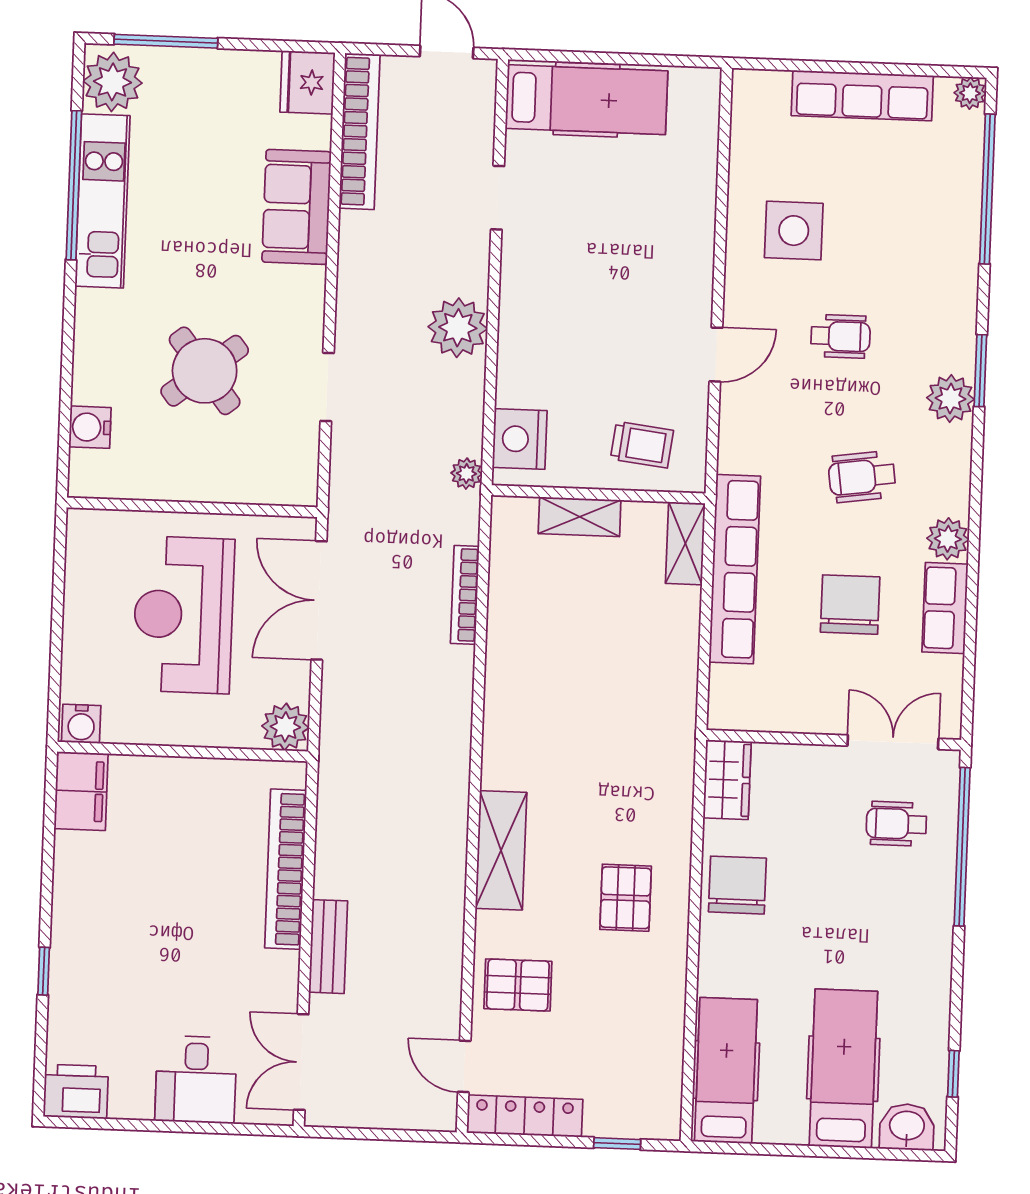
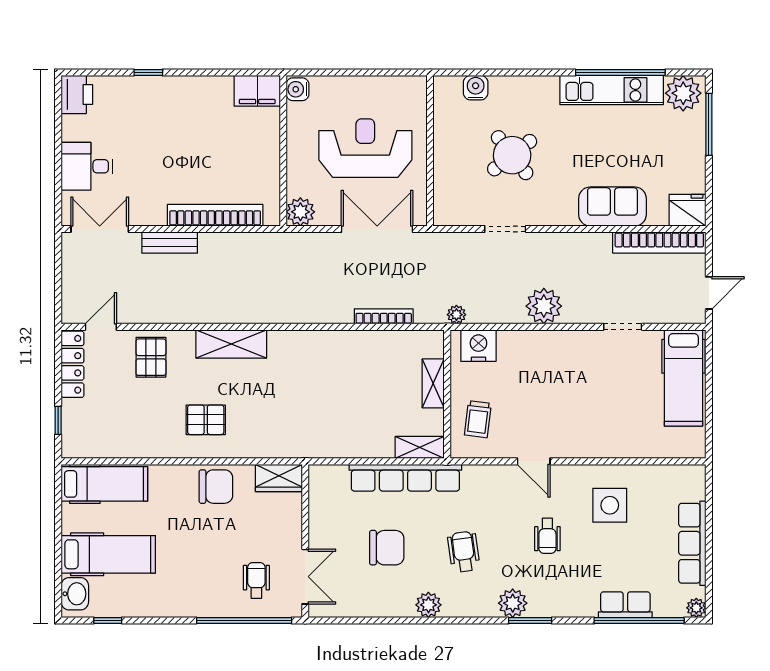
row of seats: (945, 608) -> (625, 605), moved

